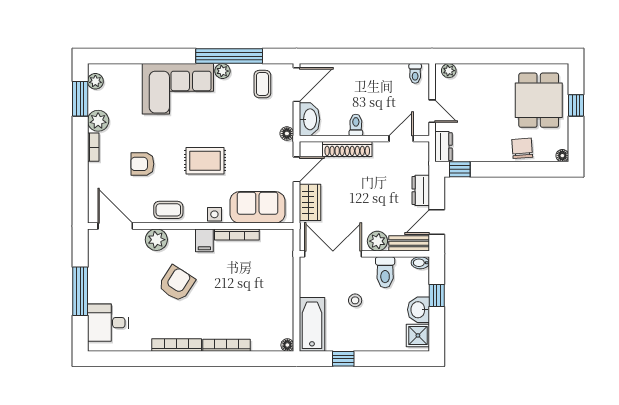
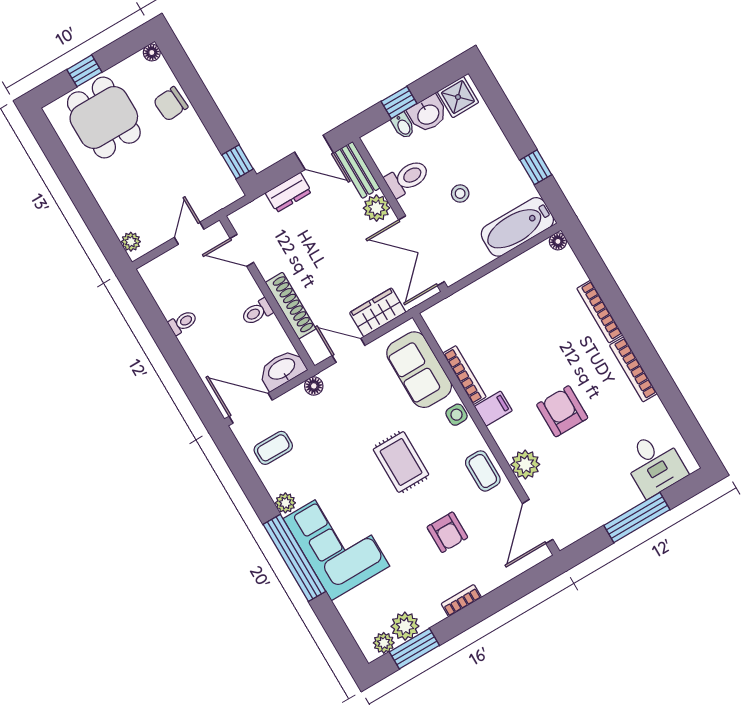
window: (229, 56) -> (294, 558), moved
toilet: (415, 73) -> (183, 322), moved
dining table: (539, 100) -> (104, 118), turned 90
plant: (98, 121) -> (405, 626), moved
dresser: (443, 147) -> (222, 196), removed
bidet: (420, 263) -> (403, 126), moved
armchair: (177, 283) -> (562, 411), turned 57

